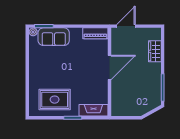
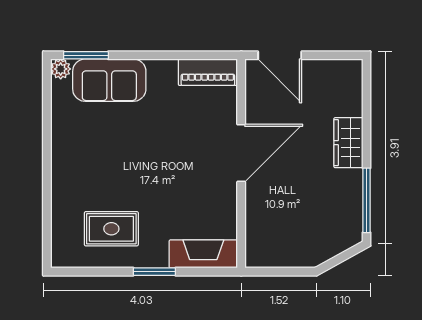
door: (126, 26) -> (280, 55), swing flipped
wardrobe: (155, 51) -> (348, 143), moved
rug: (55, 100) -> (111, 229), width x0.73, depth x0.70

